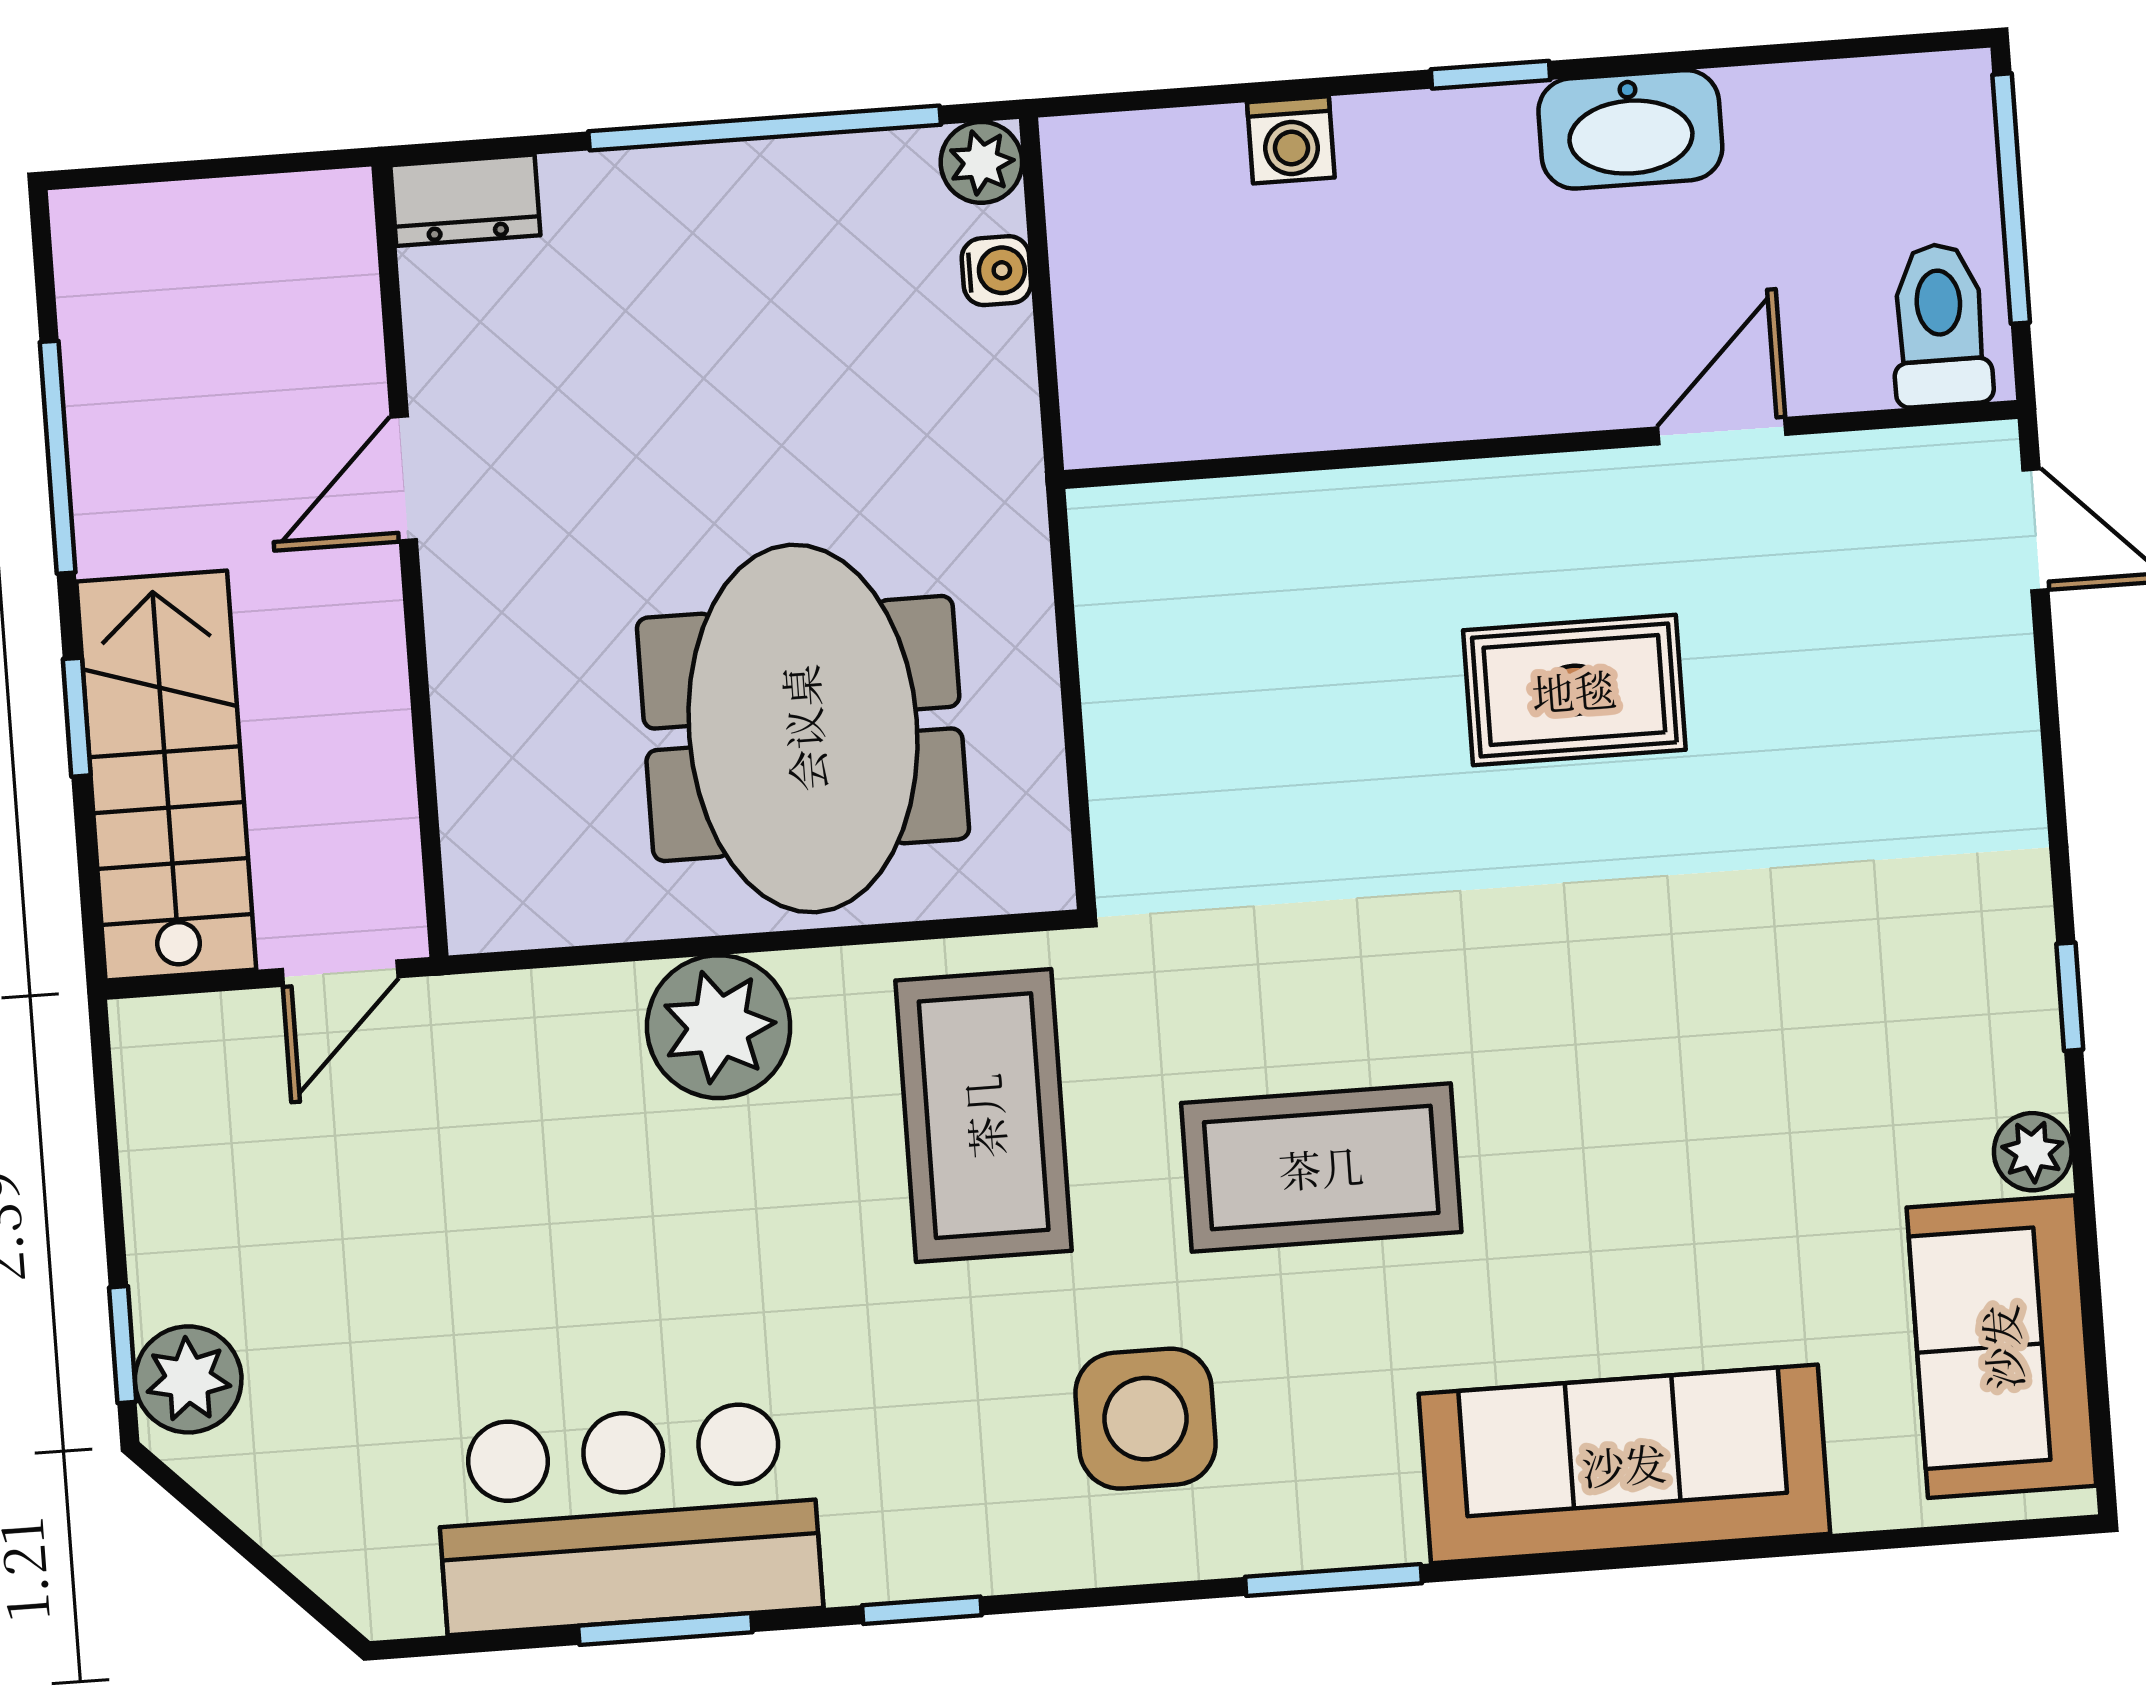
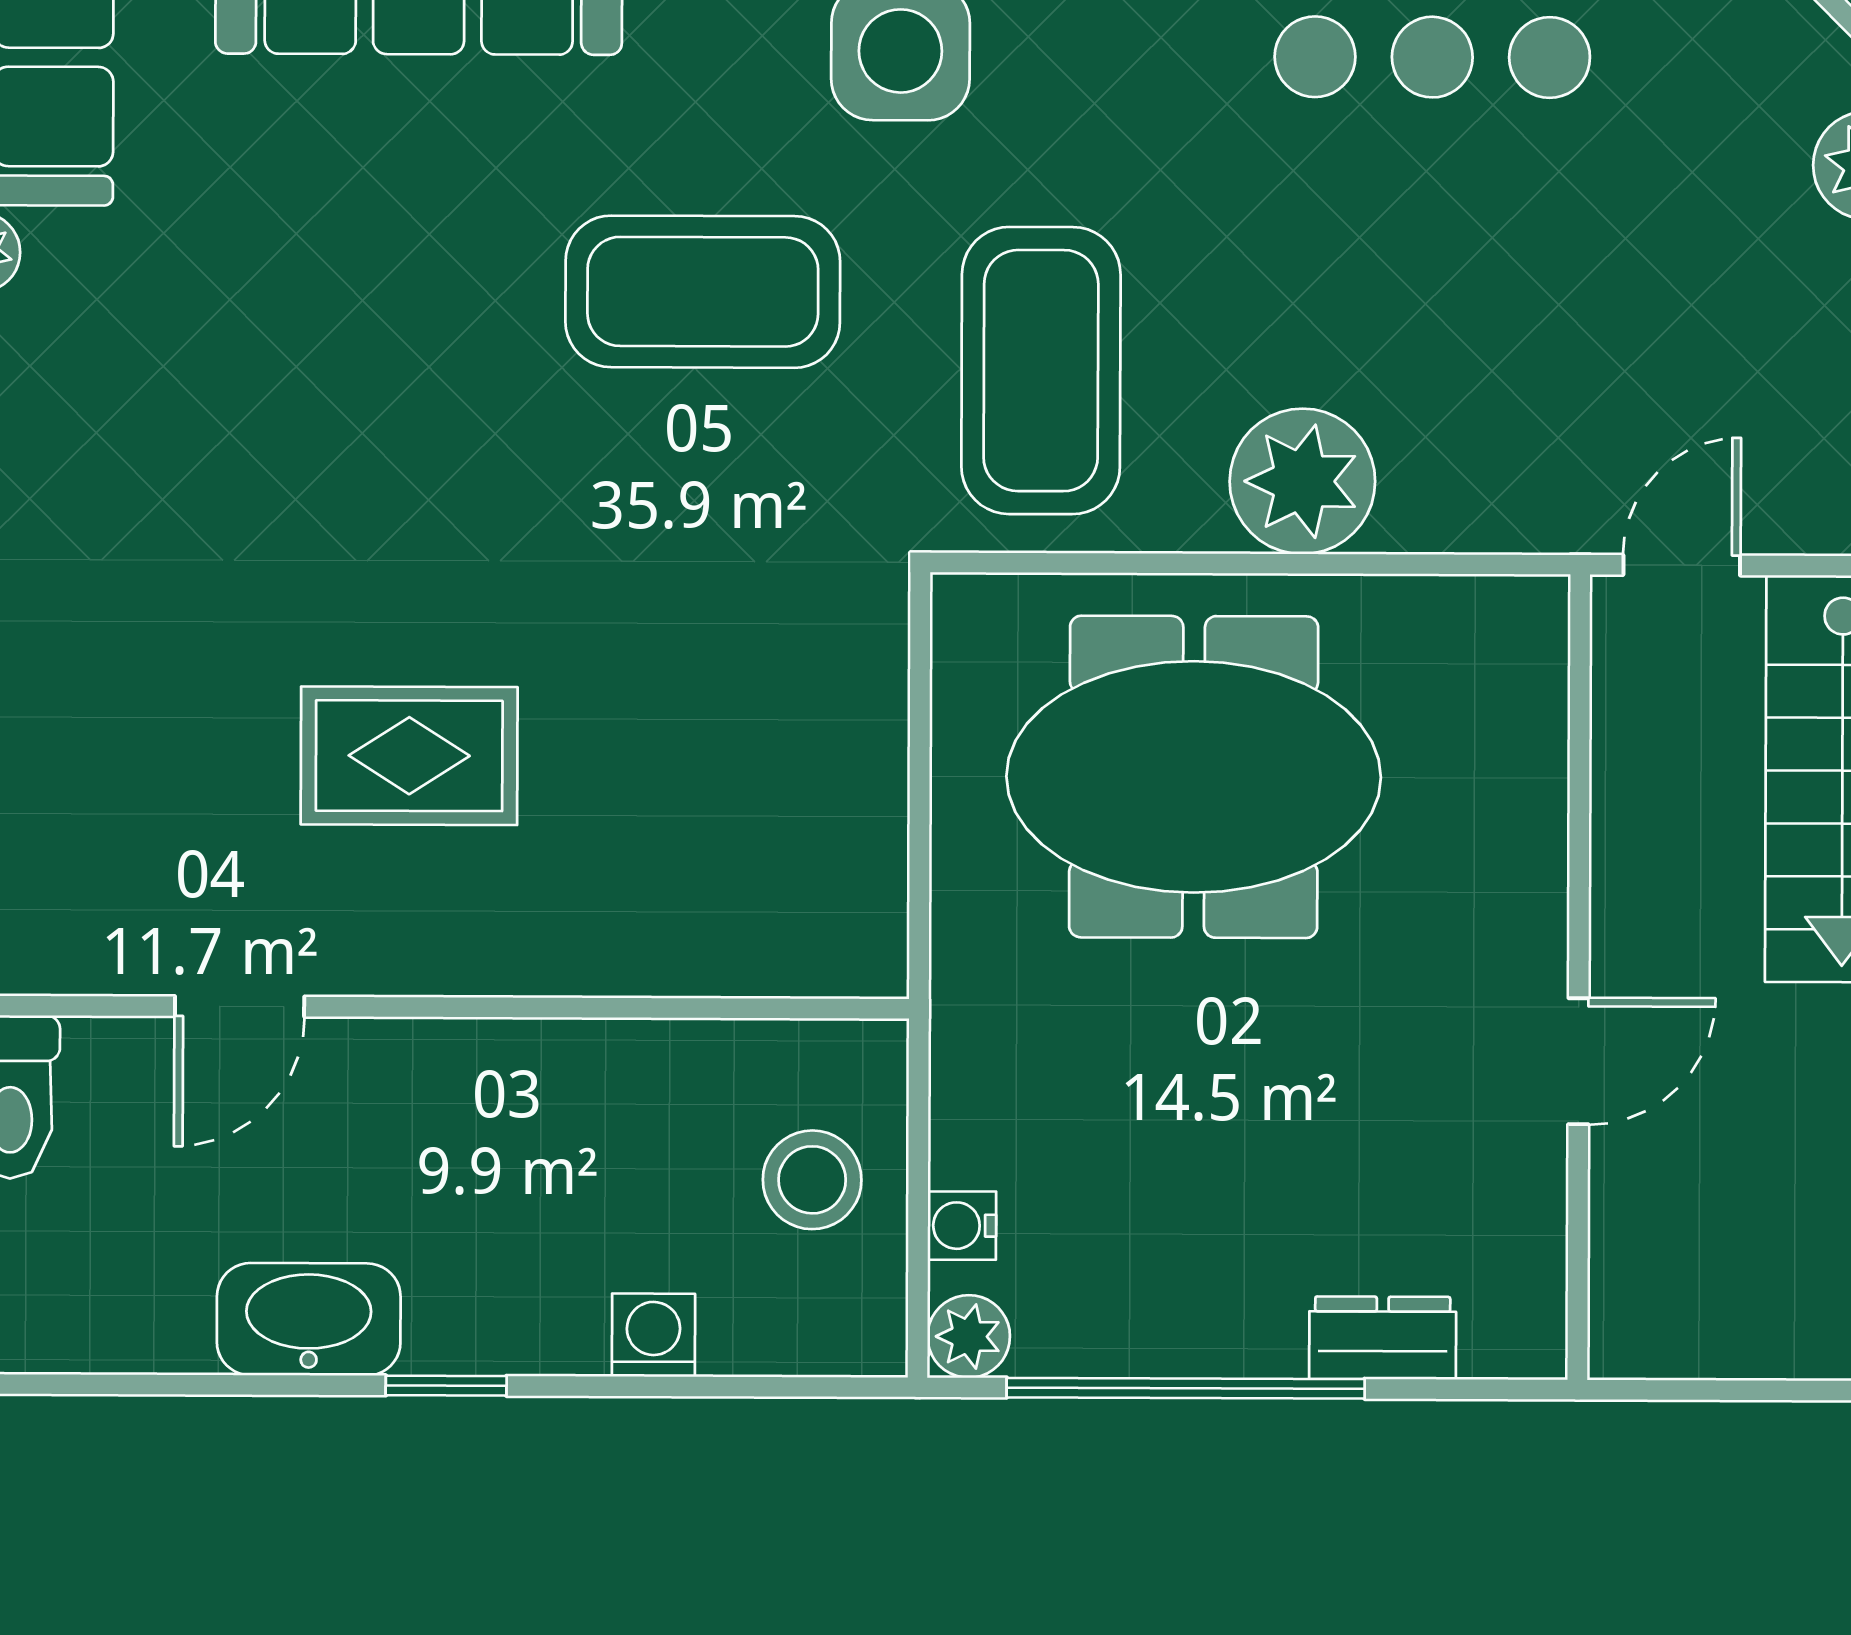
dresser: (465, 200) -> (1383, 1338), moved
stool: (1147, 304) -> (812, 1180), added
meeting table: (803, 728) -> (1194, 777), turned 90

